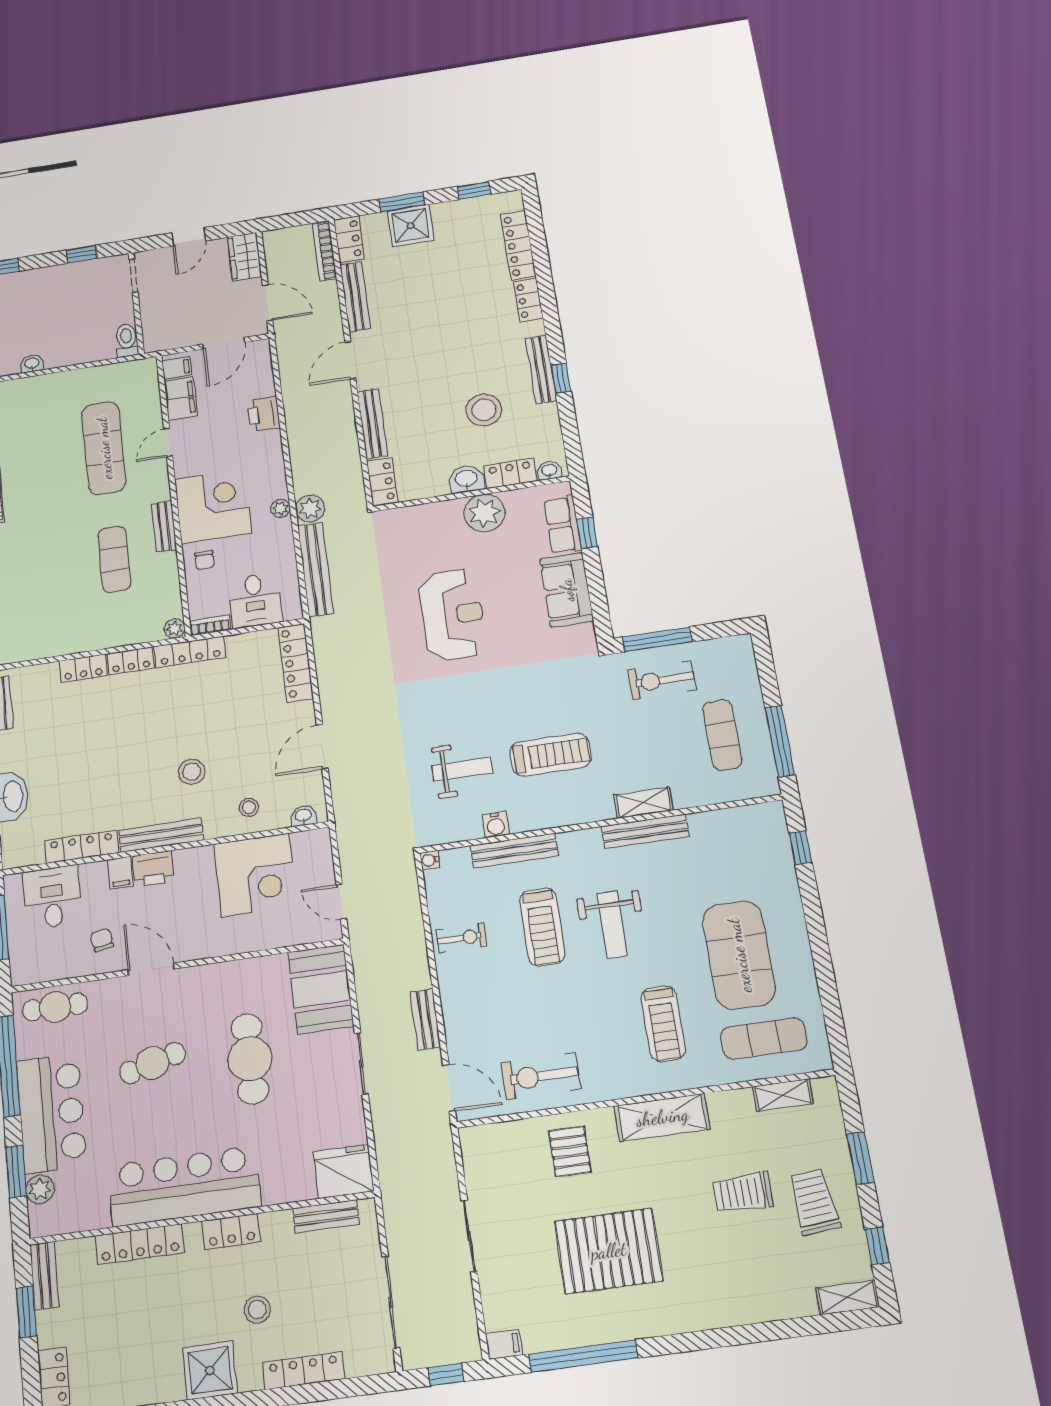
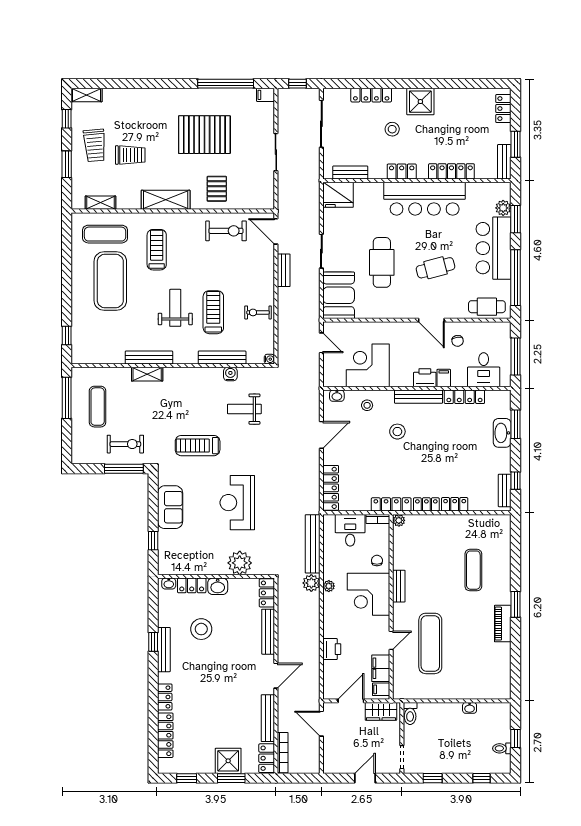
wardrobe: (245, 257) -> (381, 711), moved, turned 90
plant: (484, 513) -> (240, 563), moved
row of seats: (563, 525) -> (166, 548), removed
exercise mat: (114, 559) -> (473, 570), moved
treadmill: (550, 755) -> (198, 446), moved

